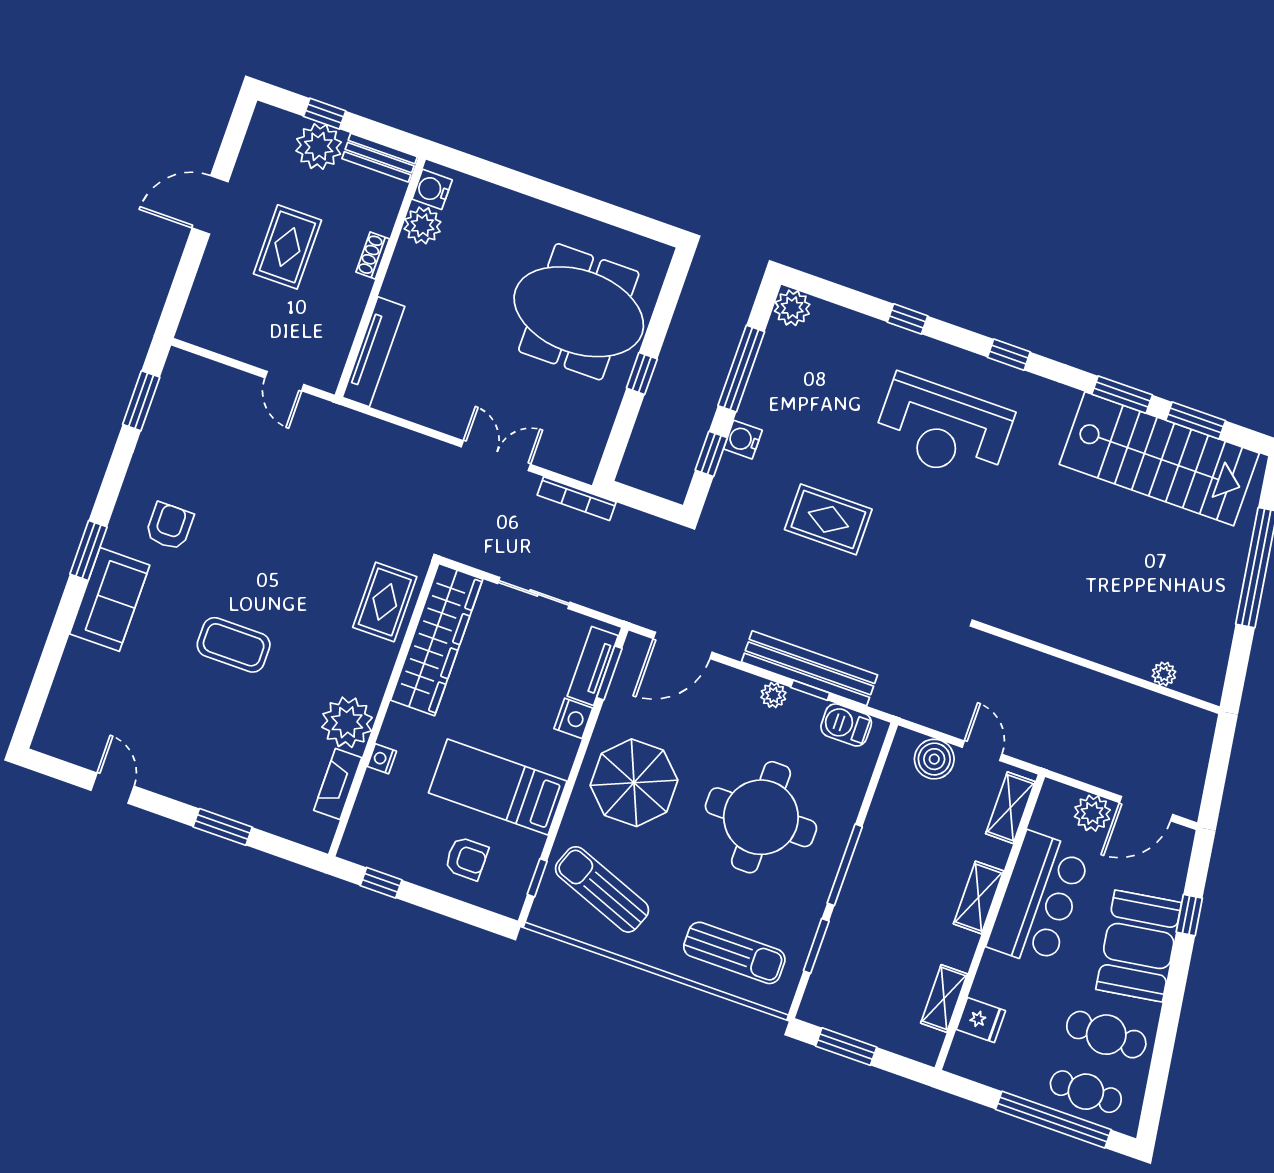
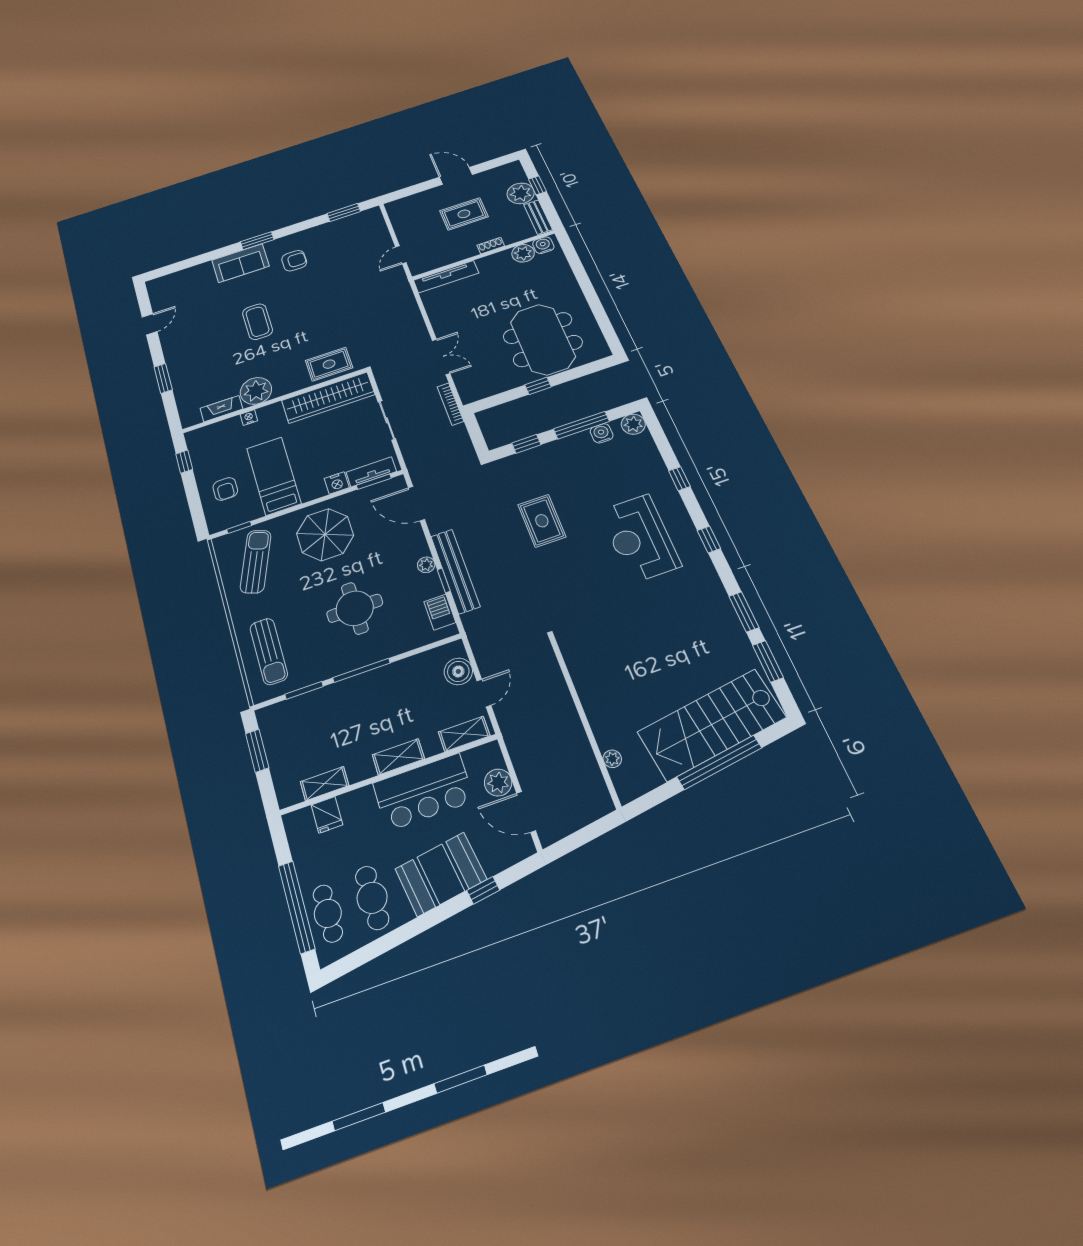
water cooler: (743, 440) -> (602, 433), moved
stairs: (1159, 459) -> (712, 725), moved, turned 82
round table: (761, 817) -> (355, 608), width x0.73, depth x0.73

